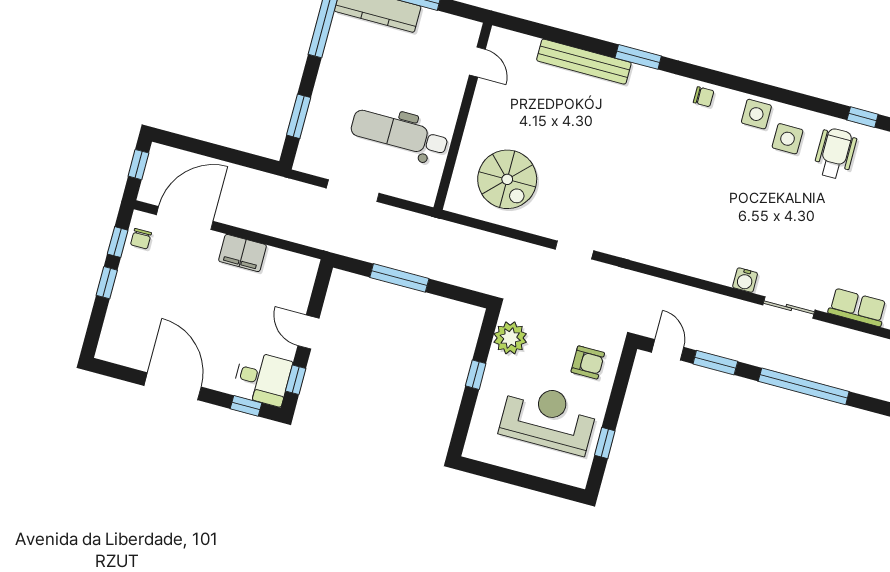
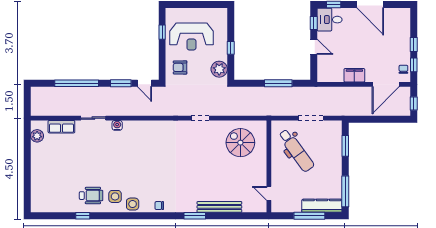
dental chair: (399, 134) -> (296, 150), turned 54
wheelchair: (835, 153) -> (91, 196), turned -90

